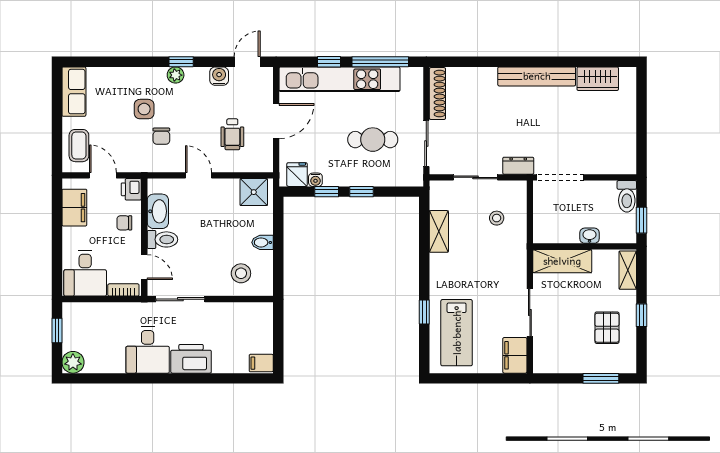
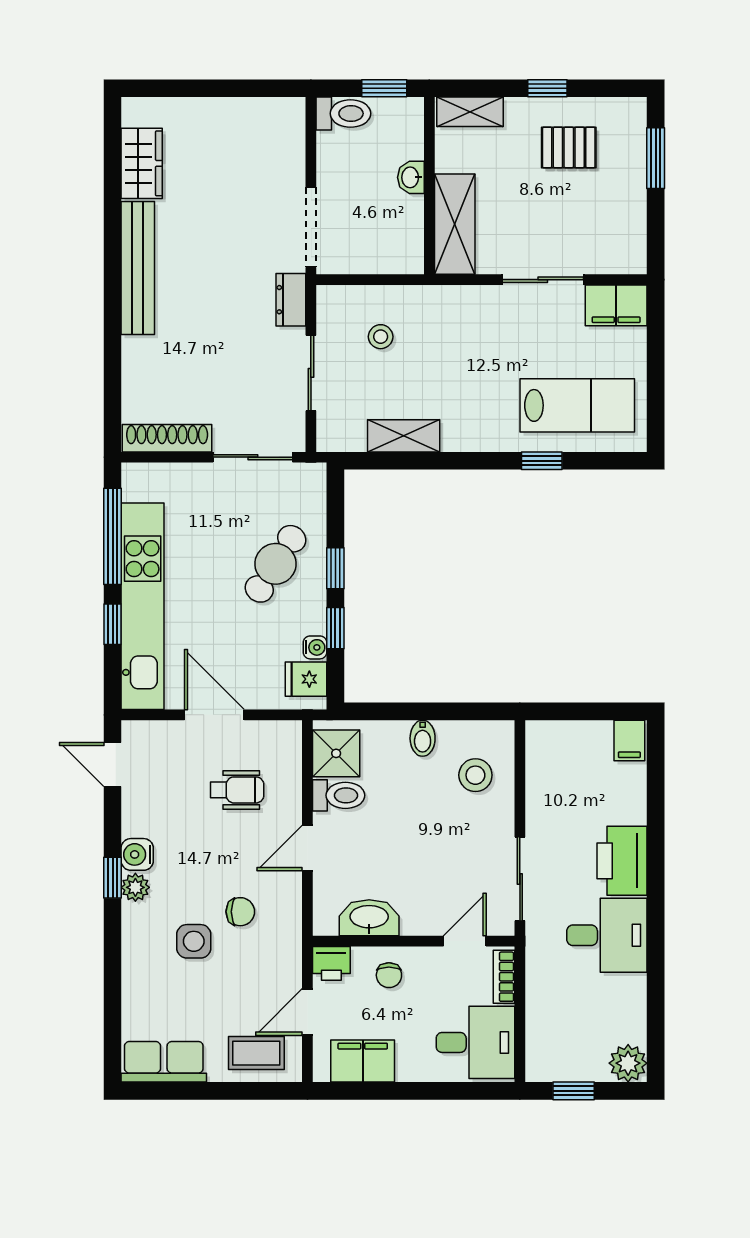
water cooler: (219, 76) -> (137, 854), moved
cafe table: (373, 140) -> (275, 564), moved, turned 33
toilet: (162, 239) -> (339, 795), moved, turned 90

